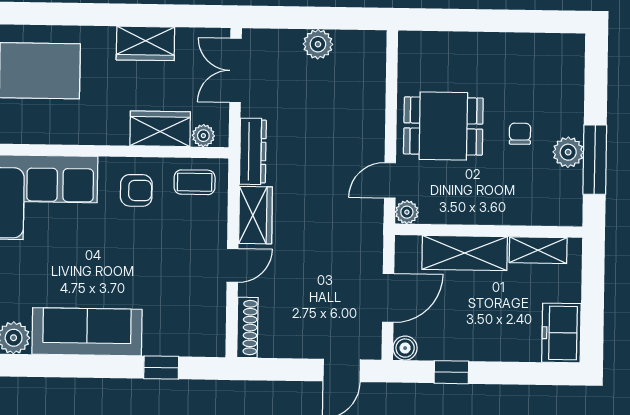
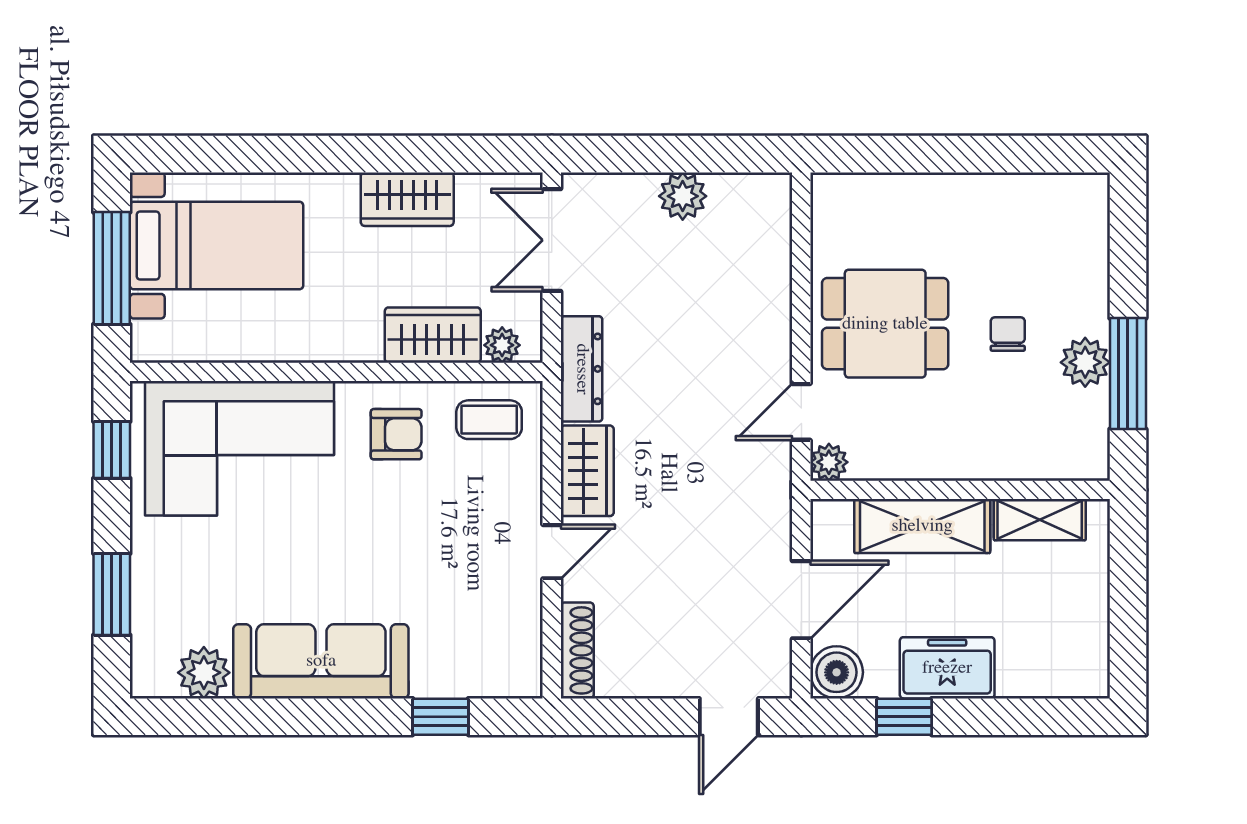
freezer: (561, 333) -> (947, 668), moved, turned 90
boiler: (405, 348) -> (837, 672), width x1.36, depth x1.36

